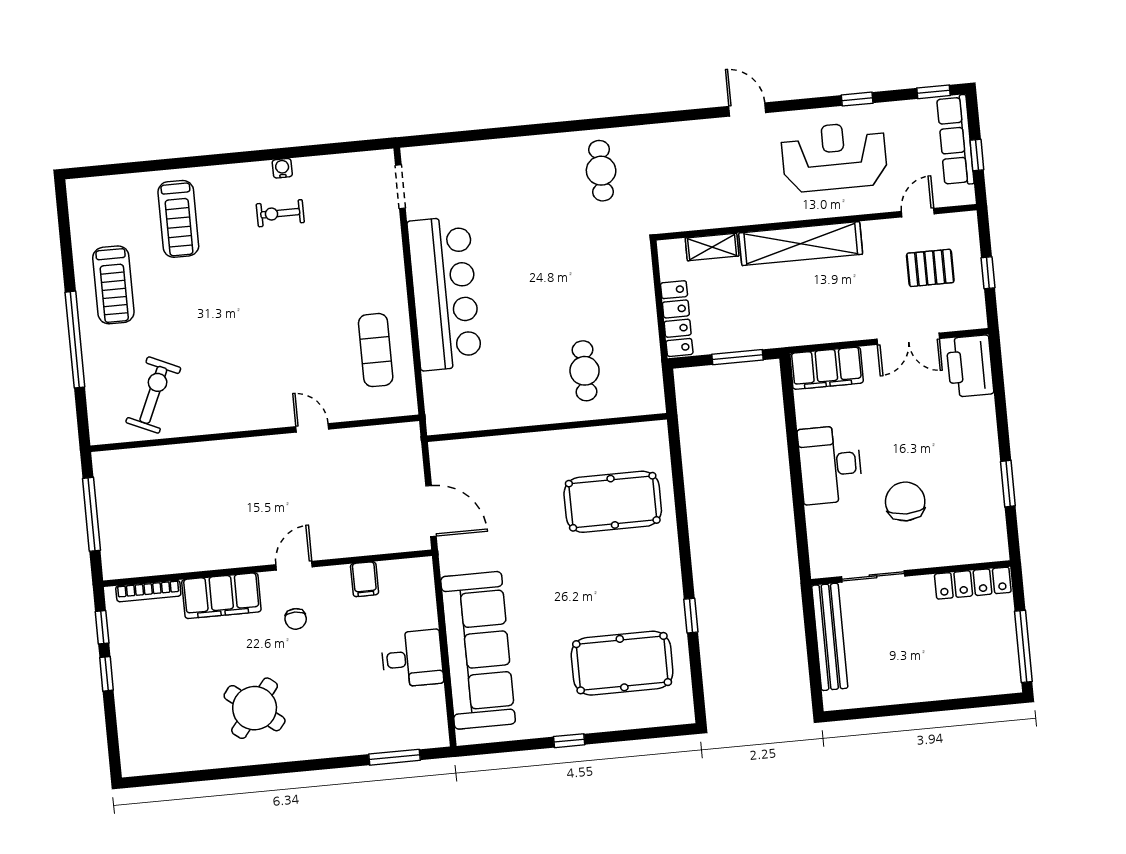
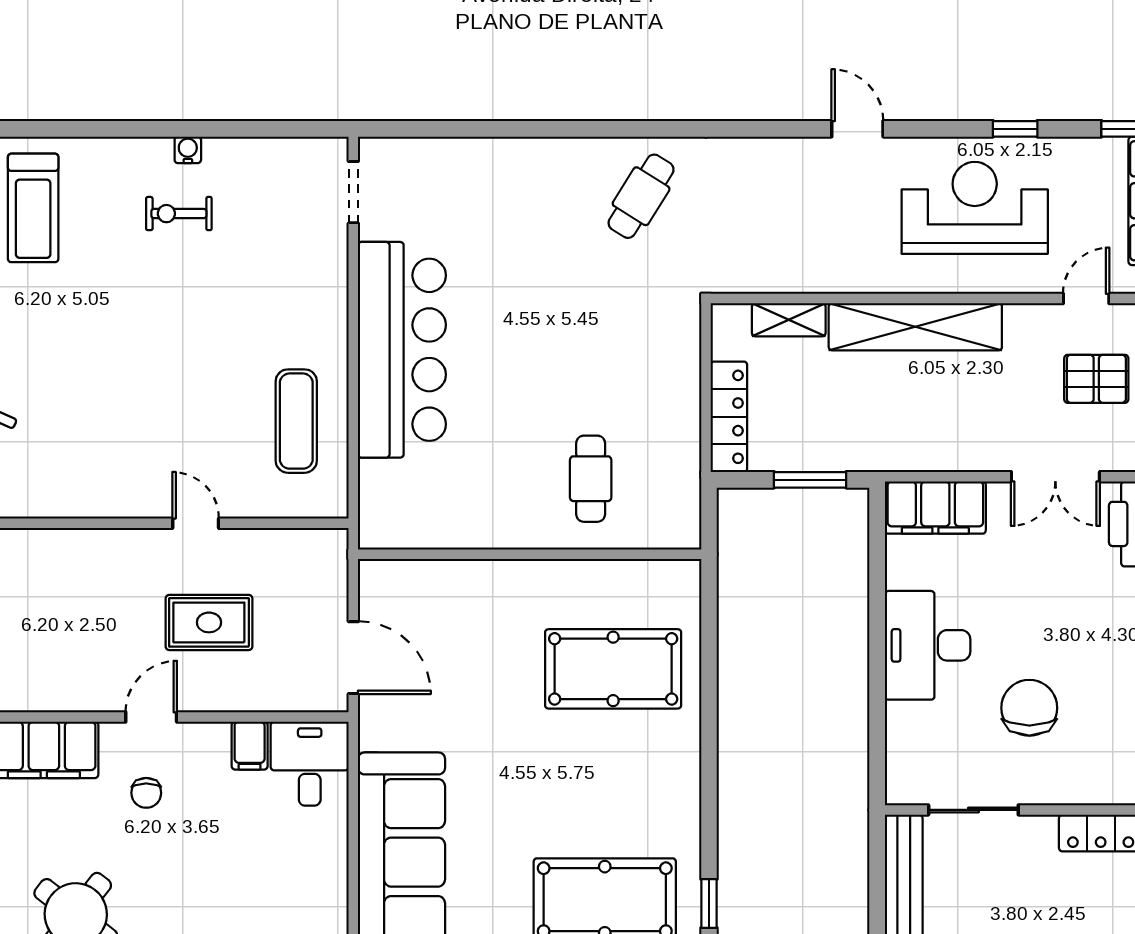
cafe table: (601, 171) -> (641, 196), turned 32
rug: (328, 496) -> (209, 622), added
window: (691, 616) -> (709, 903), moved
desk: (412, 659) -> (310, 764), moved, turned -90

